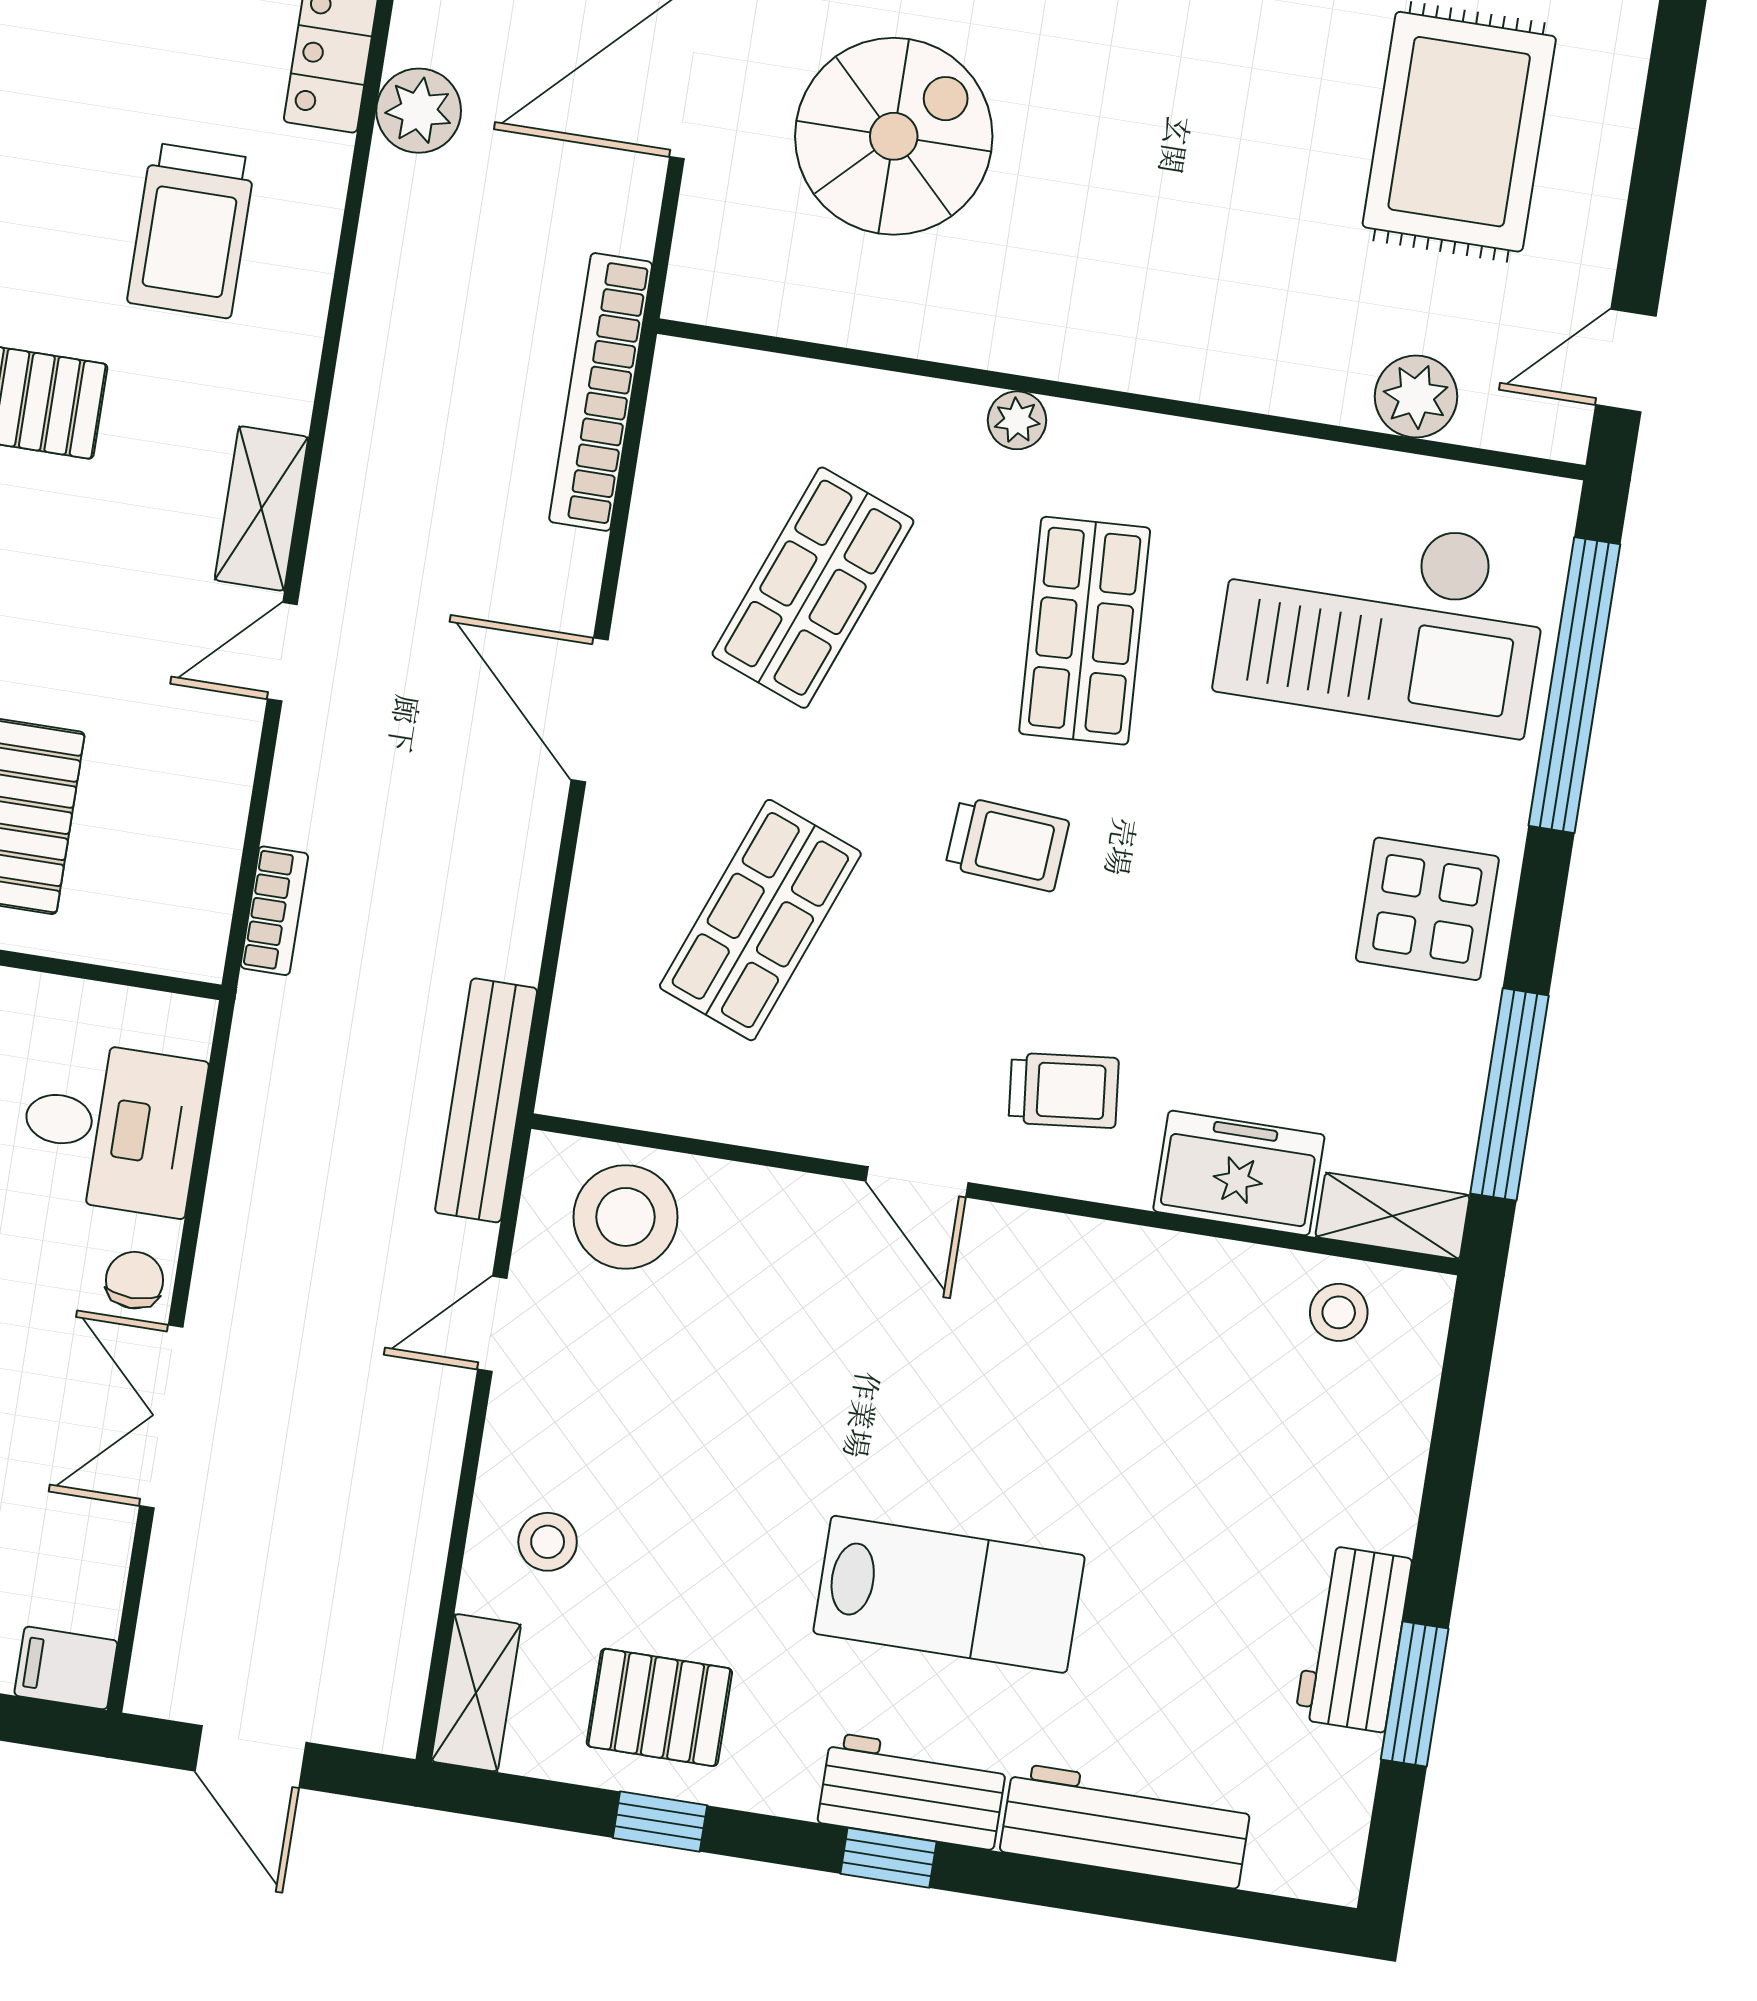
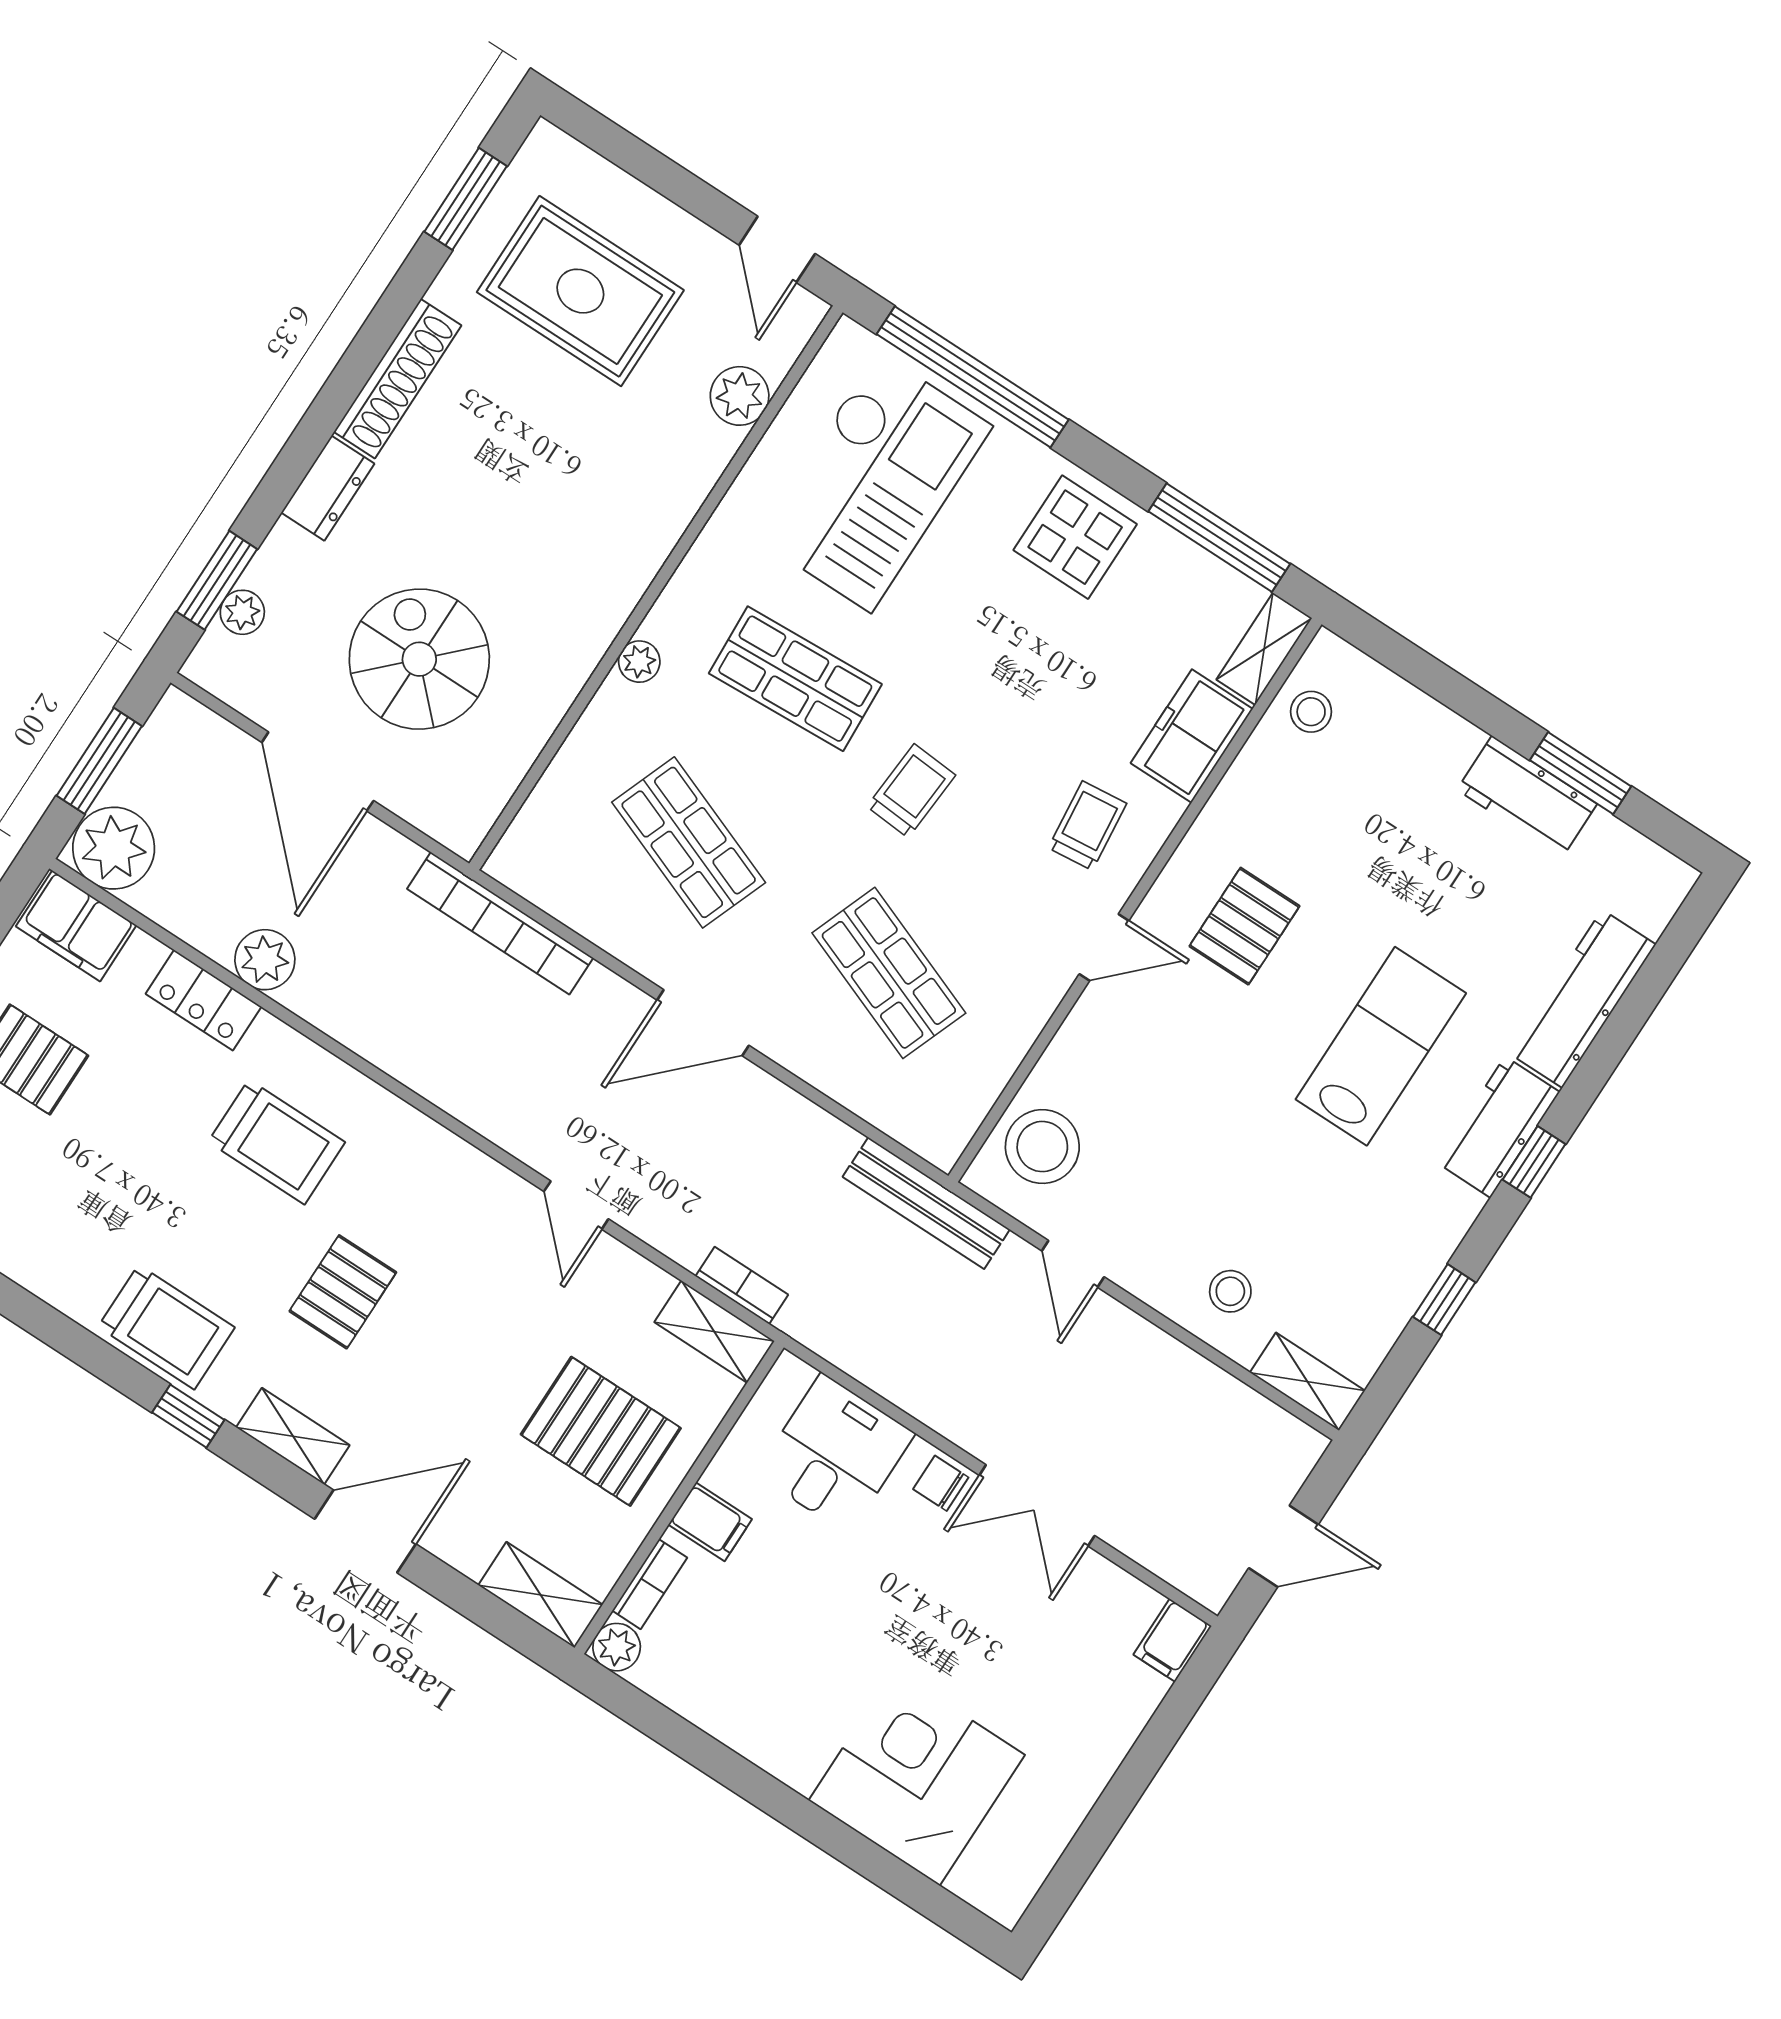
shelving: (261, 508) -> (714, 1332), moved
pallet: (659, 1707) -> (1244, 926), moved

